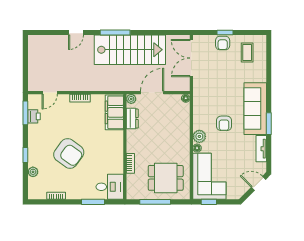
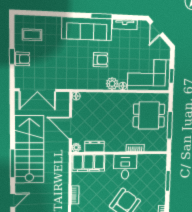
door: (76, 32) -> (13, 200), hinge flipped
dining table: (166, 178) -> (149, 116), turned 90
desk: (110, 187) -> (125, 167), moved

